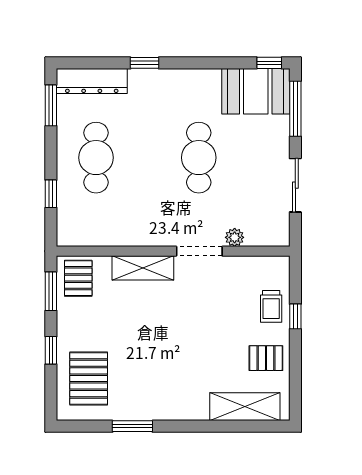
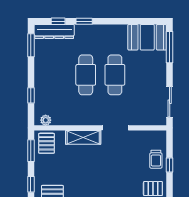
window: (269, 63) -> (58, 21), moved
cafe table: (96, 158) -> (86, 75), moved
sliding door: (295, 185) -> (170, 102), moved
plant: (235, 237) -> (46, 120), moved

